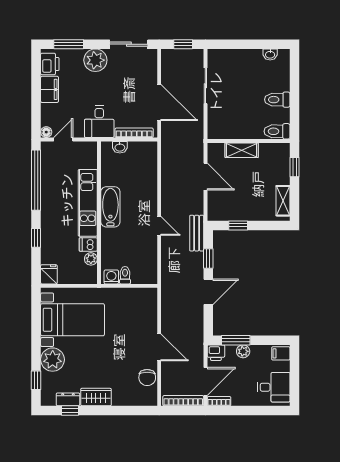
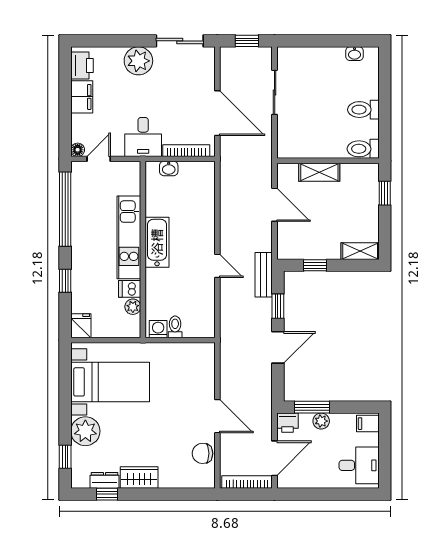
window: (69, 44) -> (105, 41), removed
shelving: (283, 201) -> (360, 251), moved, turned 90
chair: (147, 378) -> (203, 453), turned 90
bookcase: (219, 401) -> (291, 483), removed

